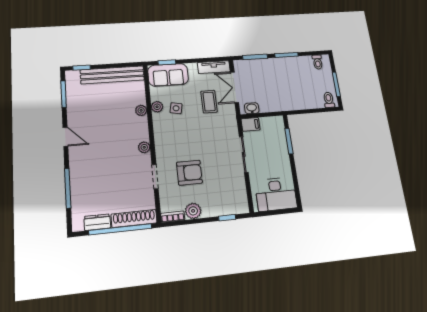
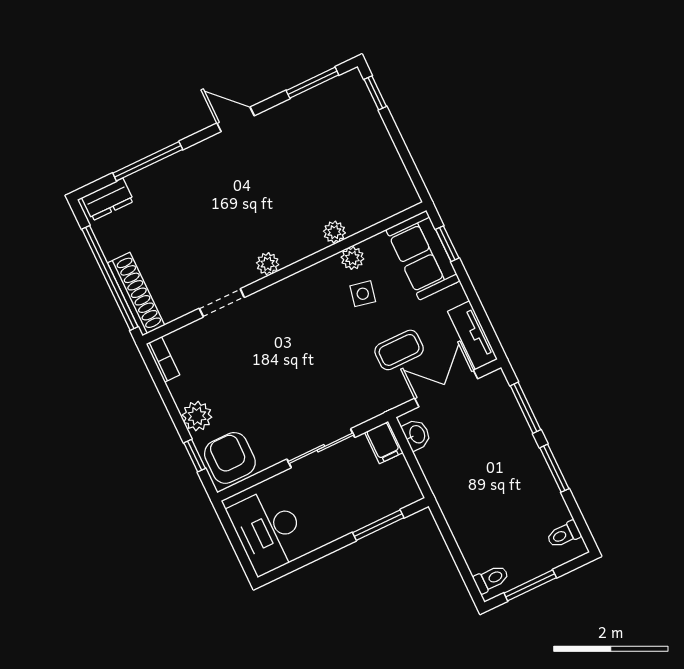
bench: (112, 75) -> (383, 154), removed
door: (65, 137) -> (236, 119), swing flipped
armchair: (189, 173) -> (230, 458), moved, turned 180
plant: (193, 211) -> (197, 416), moved
dresser: (97, 222) -> (108, 199), moved, turned 90

